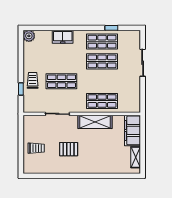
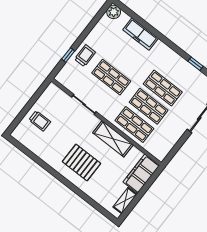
freezer: (63, 37) -> (141, 34), width x1.40
shop shelf: (102, 42) -> (149, 106), moved
pallet: (69, 149) -> (81, 163), moved, width x1.50, depth x1.42

